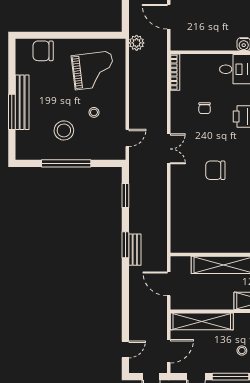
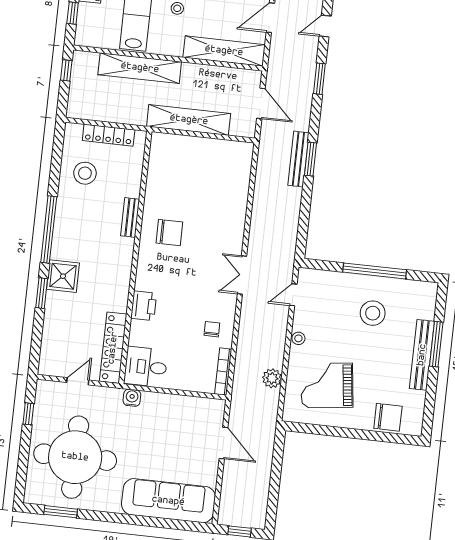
plant: (137, 43) -> (272, 378), moved
chair: (205, 108) -> (212, 329), moved
stool: (94, 112) -> (298, 338), moved
chair: (215, 170) -> (169, 232), moved
window: (125, 195) -> (319, 79), moved
bench: (135, 250) -> (298, 159), width x1.36

